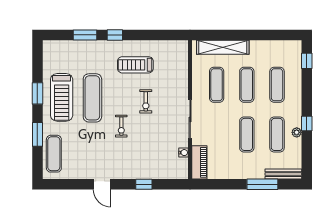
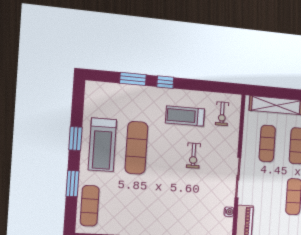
exercise bike: (121, 126) -> (222, 114), moved

